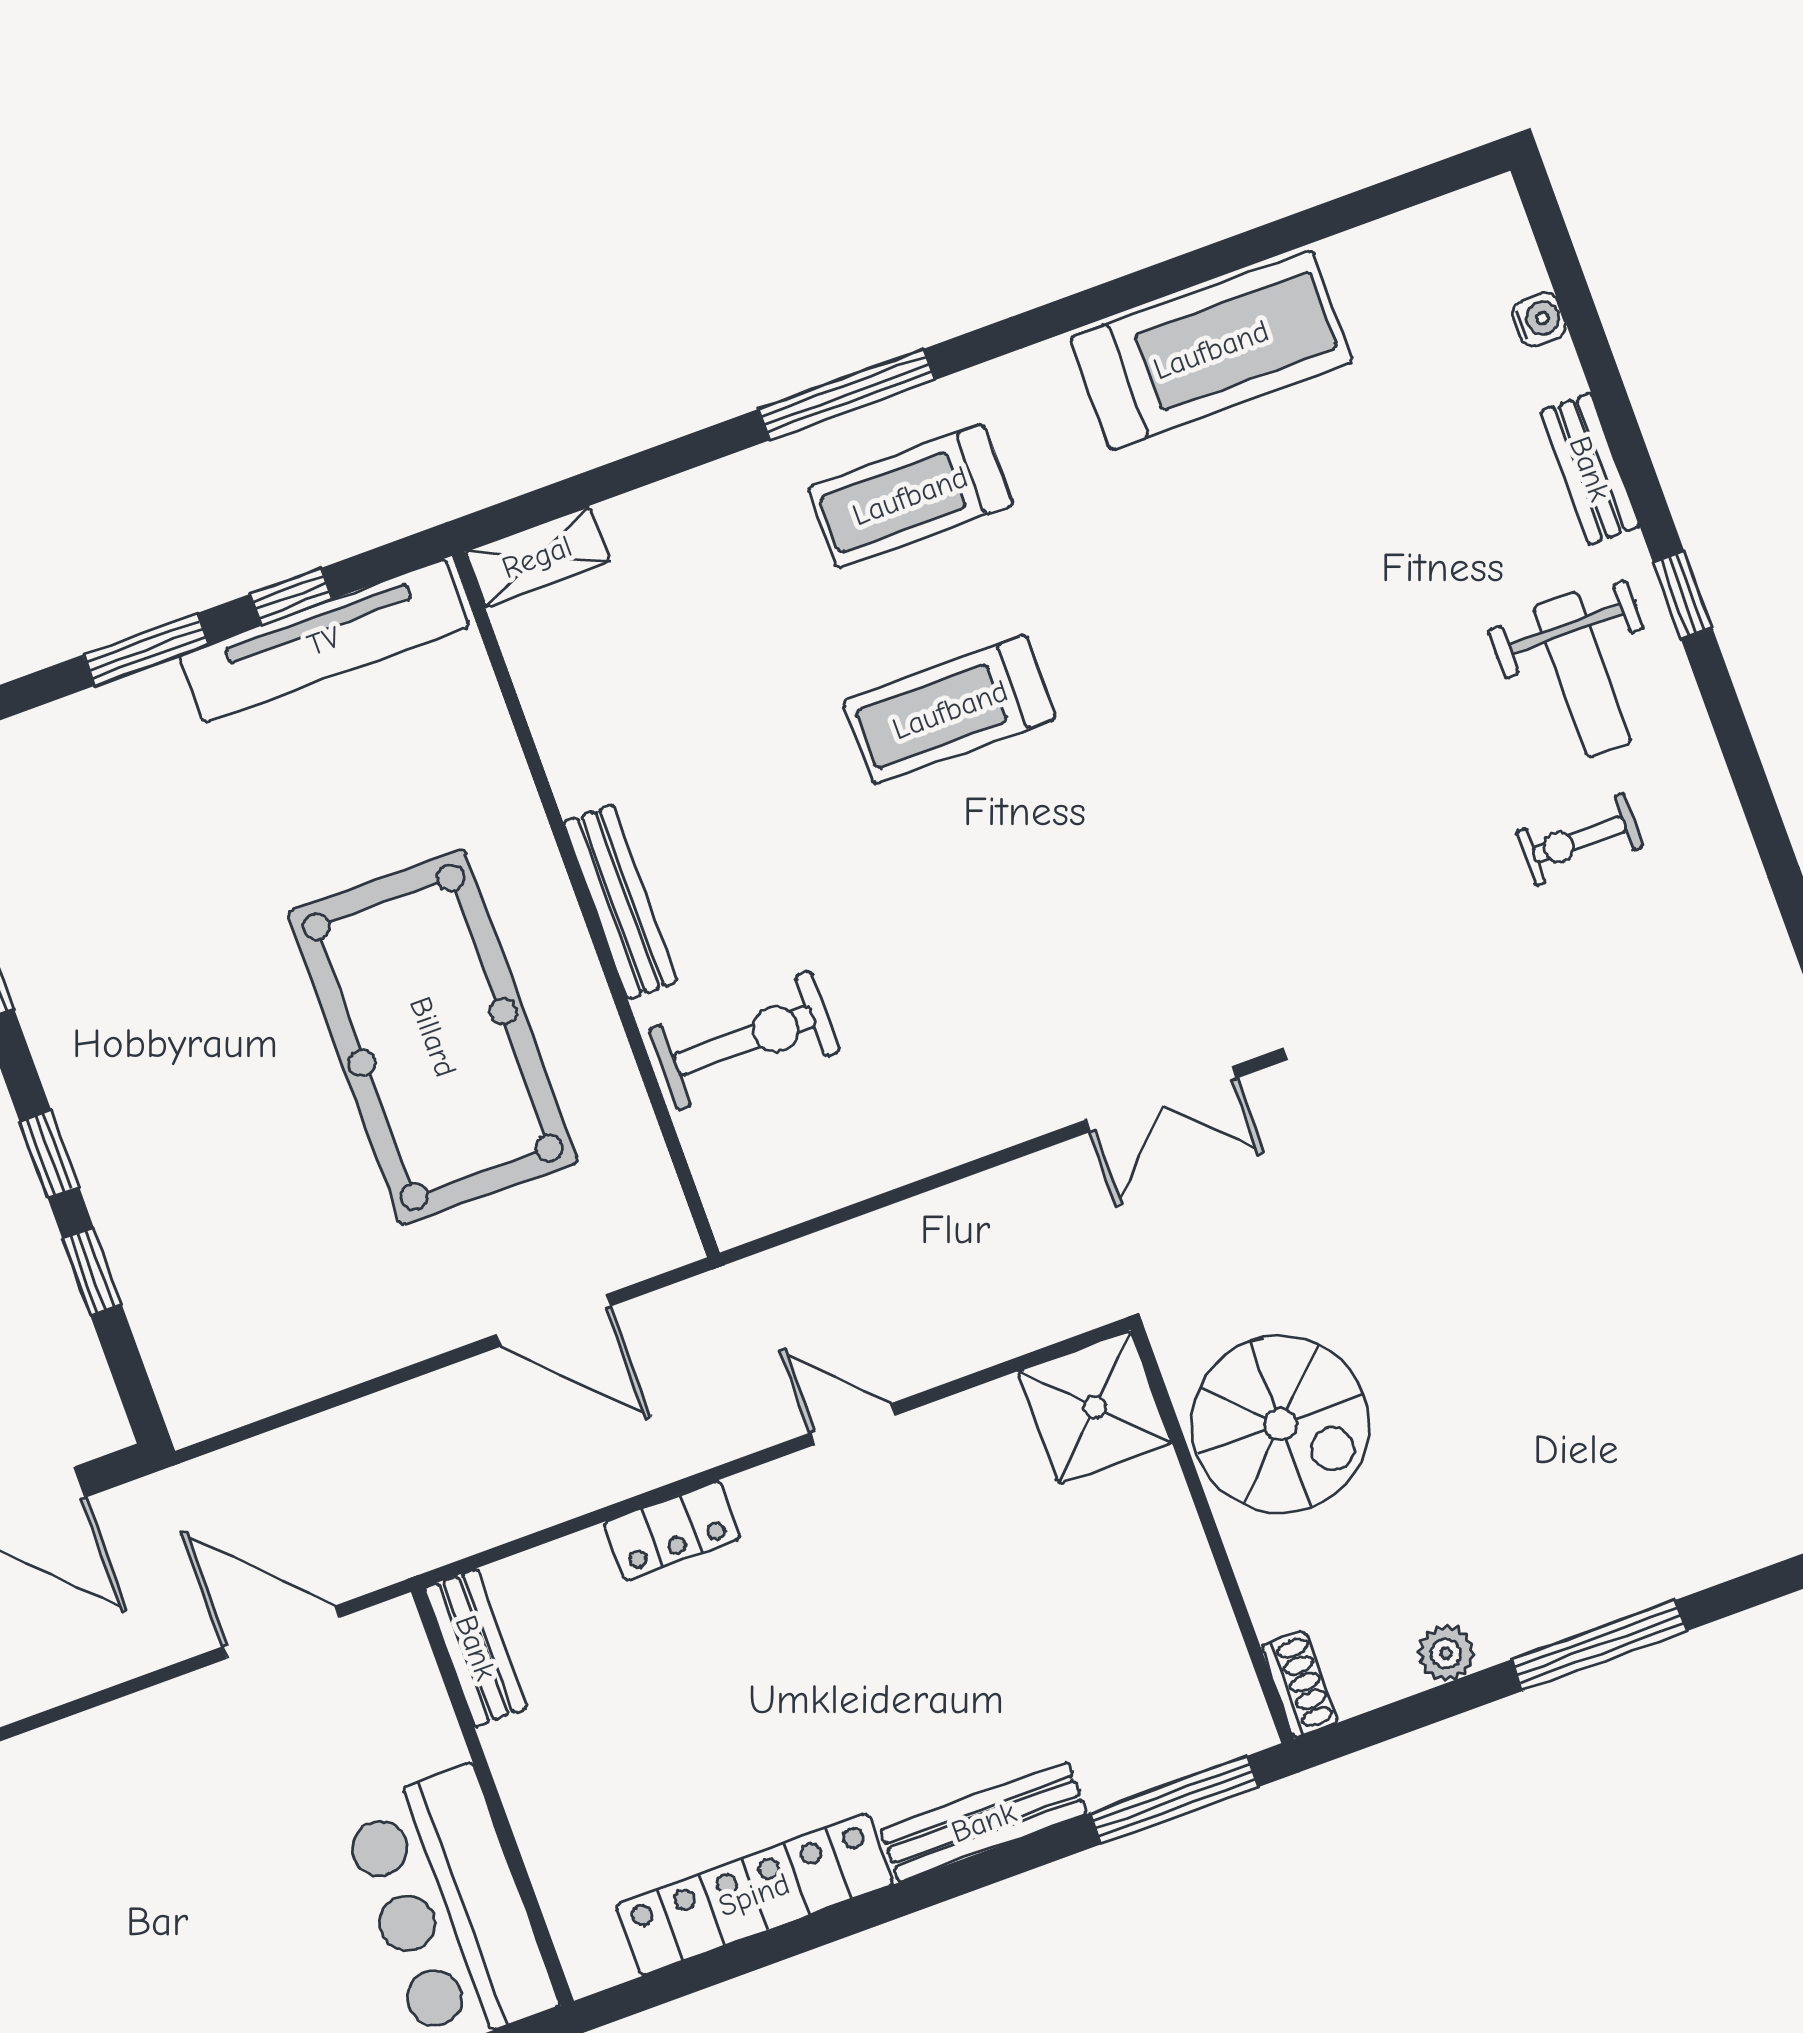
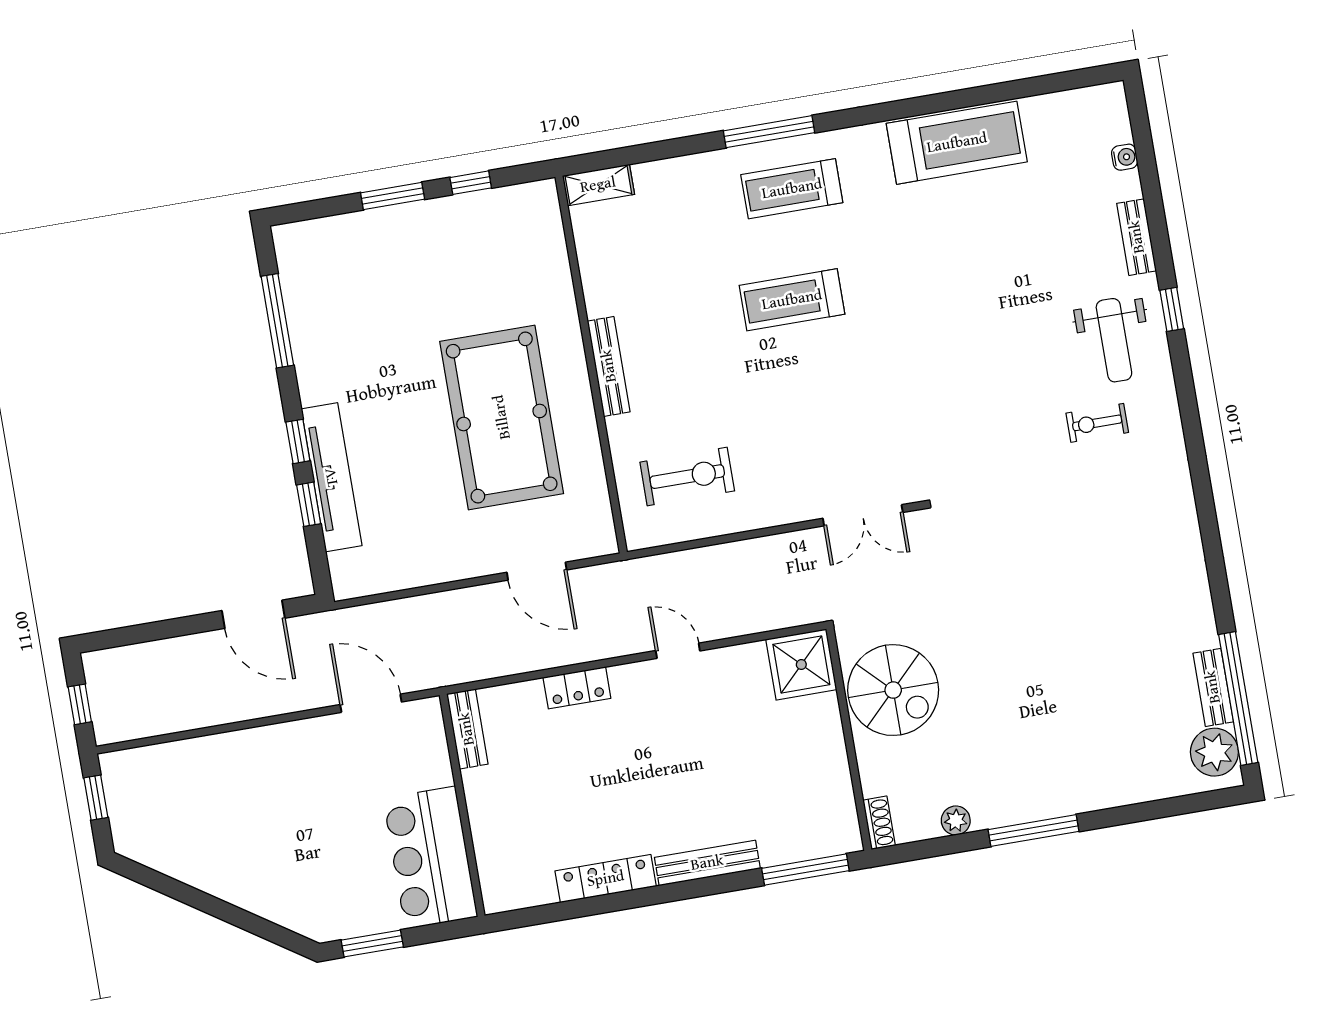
tv unit: (324, 641) -> (332, 477), moved, turned -90
exercise bike: (744, 1040) -> (687, 477), moved
locker: (754, 1895) -> (606, 879), width x0.71, depth x0.83

